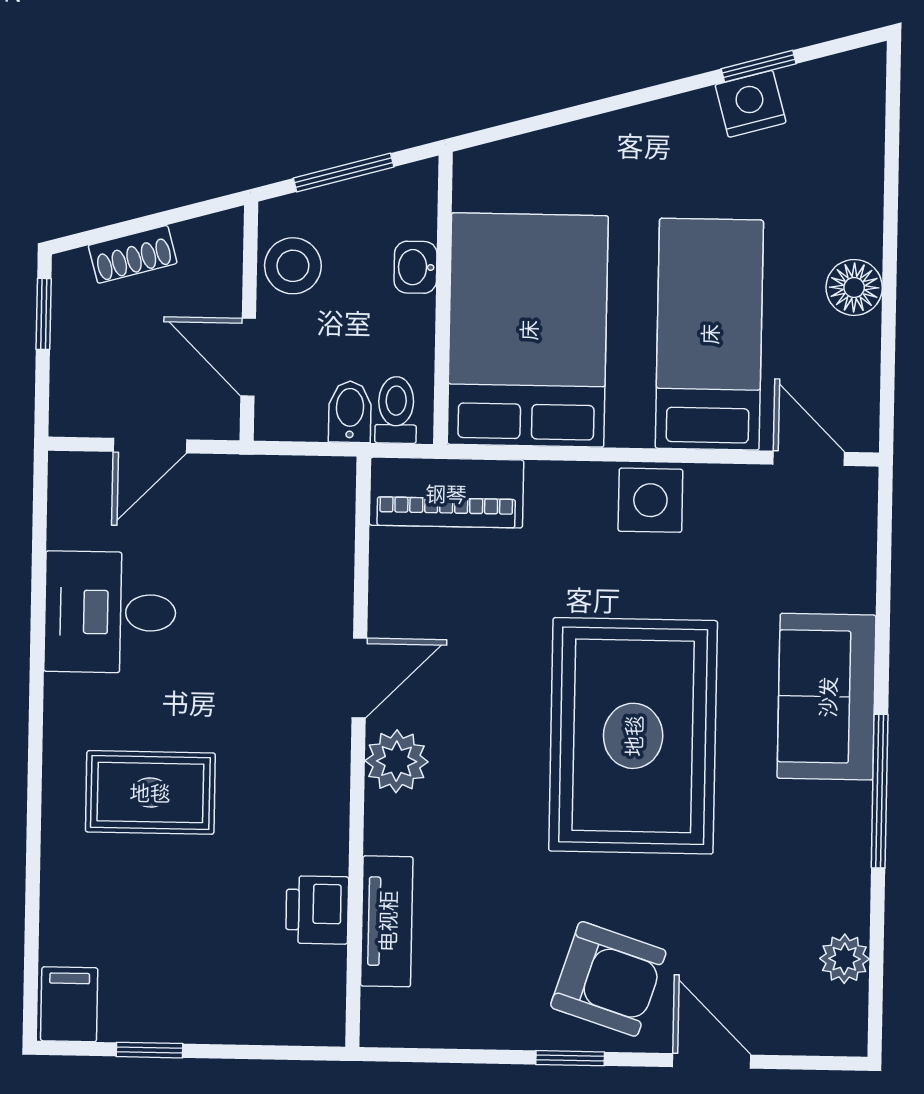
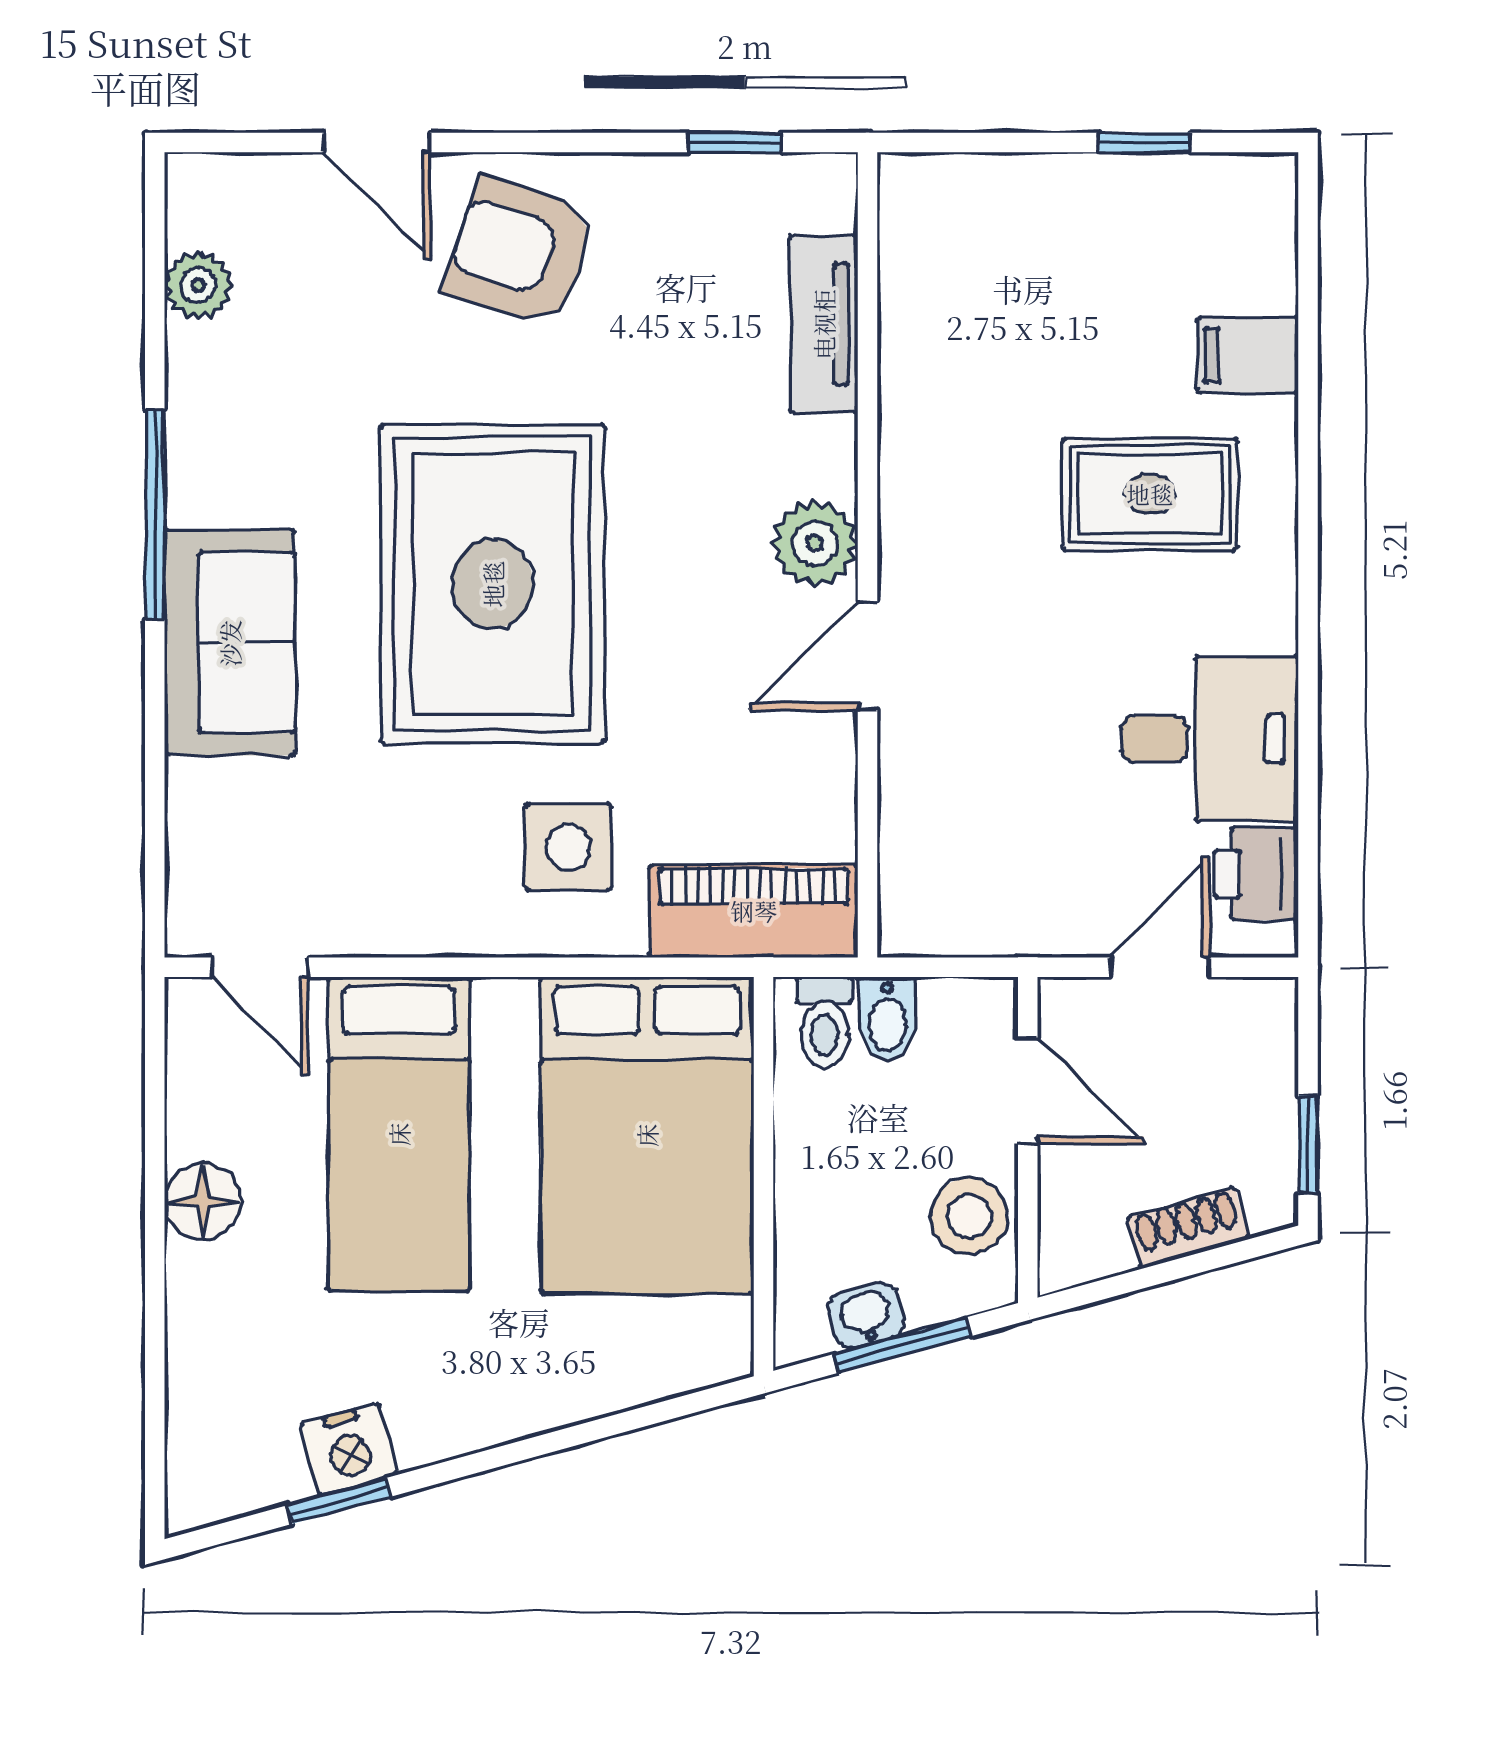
washbasin: (416, 267) -> (866, 1315), moved, turned -105
side table: (650, 500) -> (568, 847), moved
printer: (317, 910) -> (1256, 874), moved, turned 180
filing cabinet: (69, 1004) -> (1248, 355), moved, turned 90
window: (570, 1058) -> (735, 142), moved

